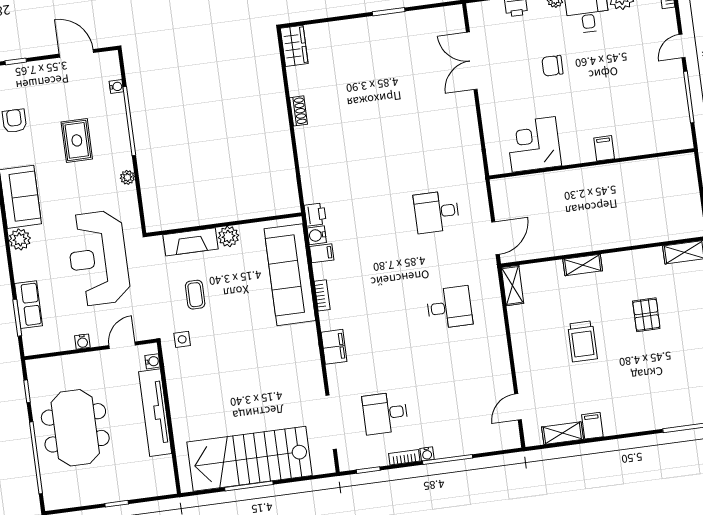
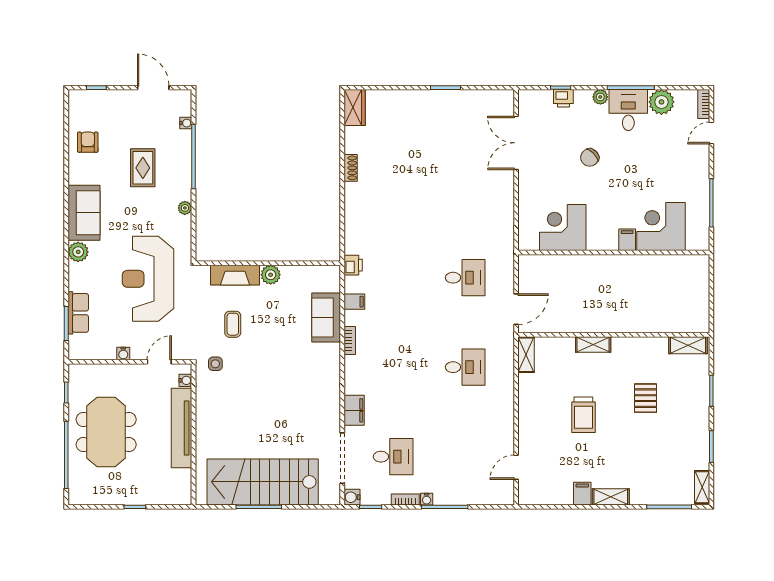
door: (682, 46) -> (711, 133), moved
chair: (552, 66) -> (590, 157), turned -44
corner desk: (638, 129) -> (661, 227), added
desk: (437, 212) -> (465, 278), turned 180
water cooler: (317, 235) -> (352, 497), moved
sofa: (290, 275) -> (326, 317), width x0.54, depth x0.79
filing cabinet: (334, 347) -> (354, 410), moved
desk: (385, 413) -> (393, 457), turned 180
shelving: (562, 433) -> (611, 497), moved

